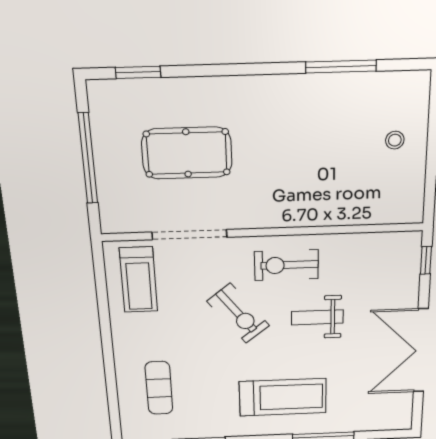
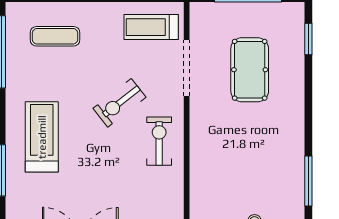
weight bench: (317, 317) -> (114, 165), removed
treadmill: (283, 397) -> (42, 137), turned 180

